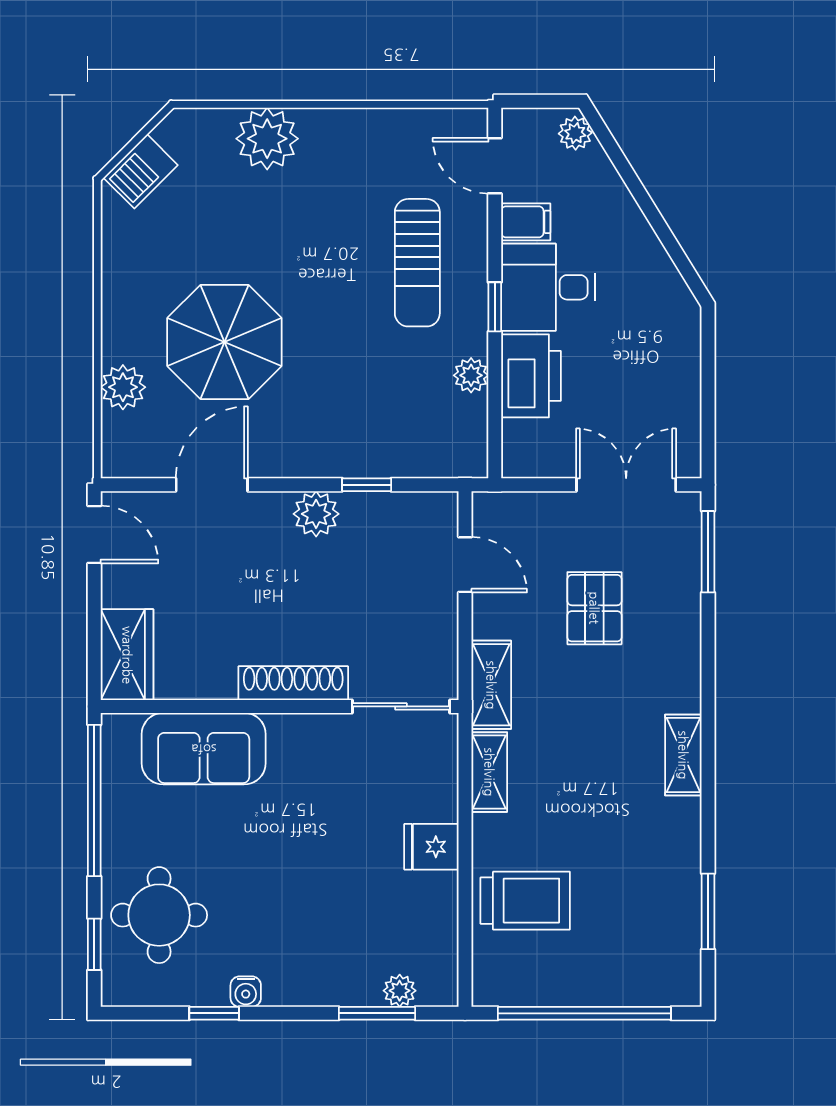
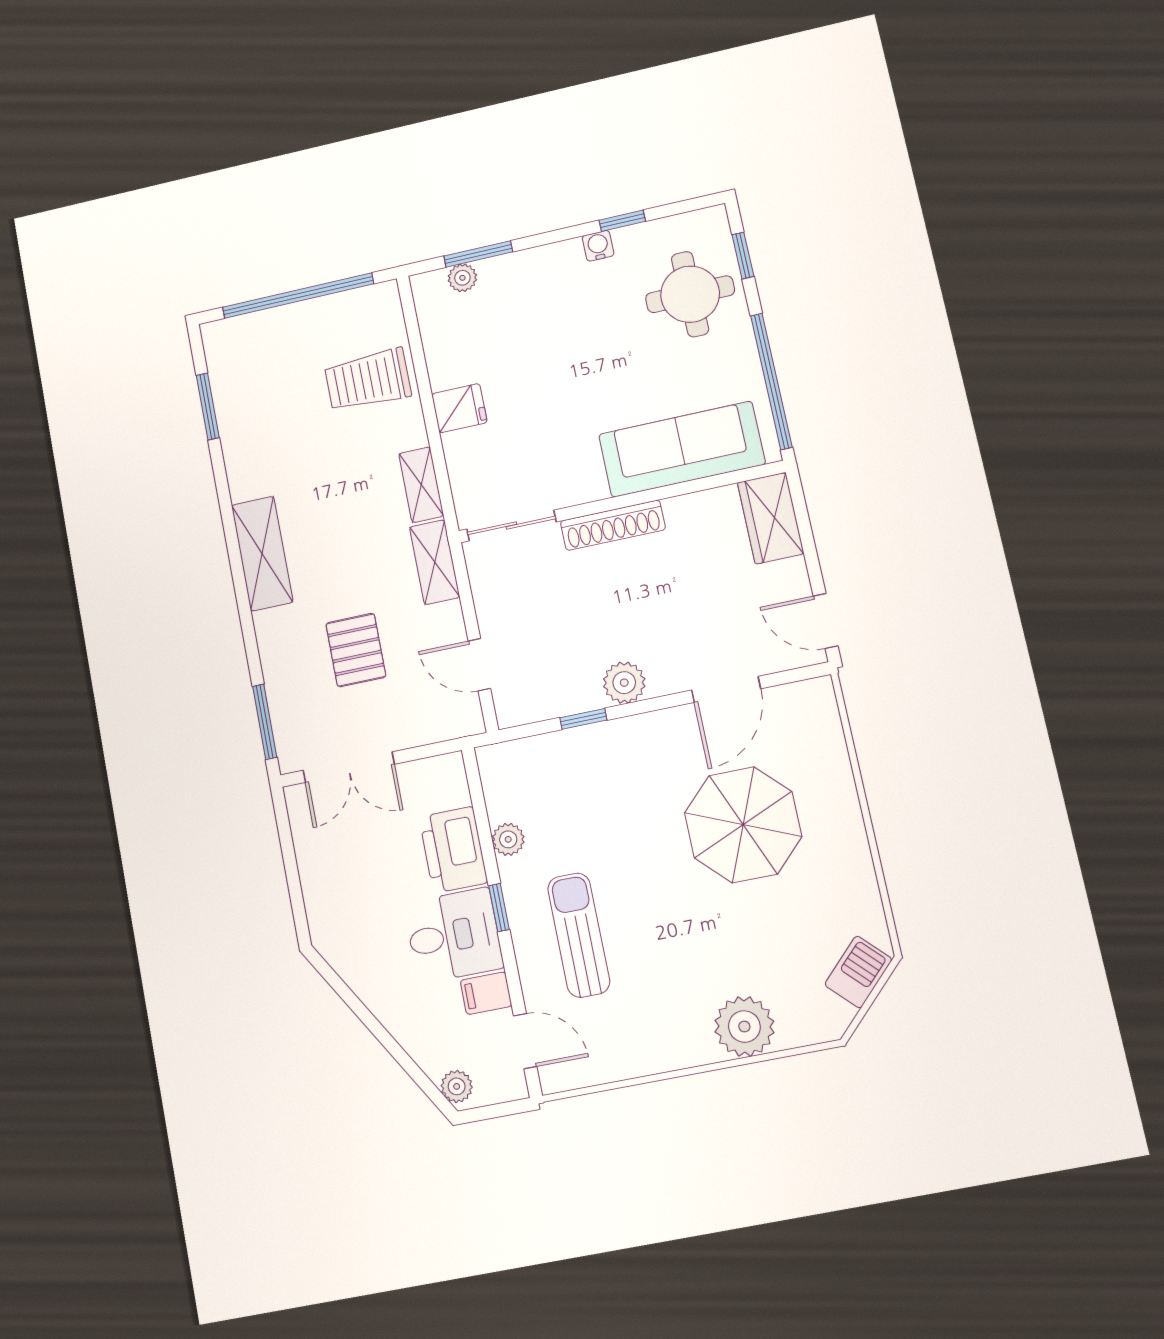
plant: (123, 387) -> (829, 763), removed
sofa: (204, 749) -> (682, 449), width x1.36
shelving: (683, 755) -> (262, 554), width x1.50, depth x1.33

